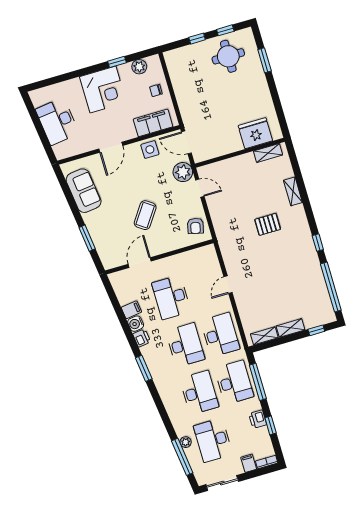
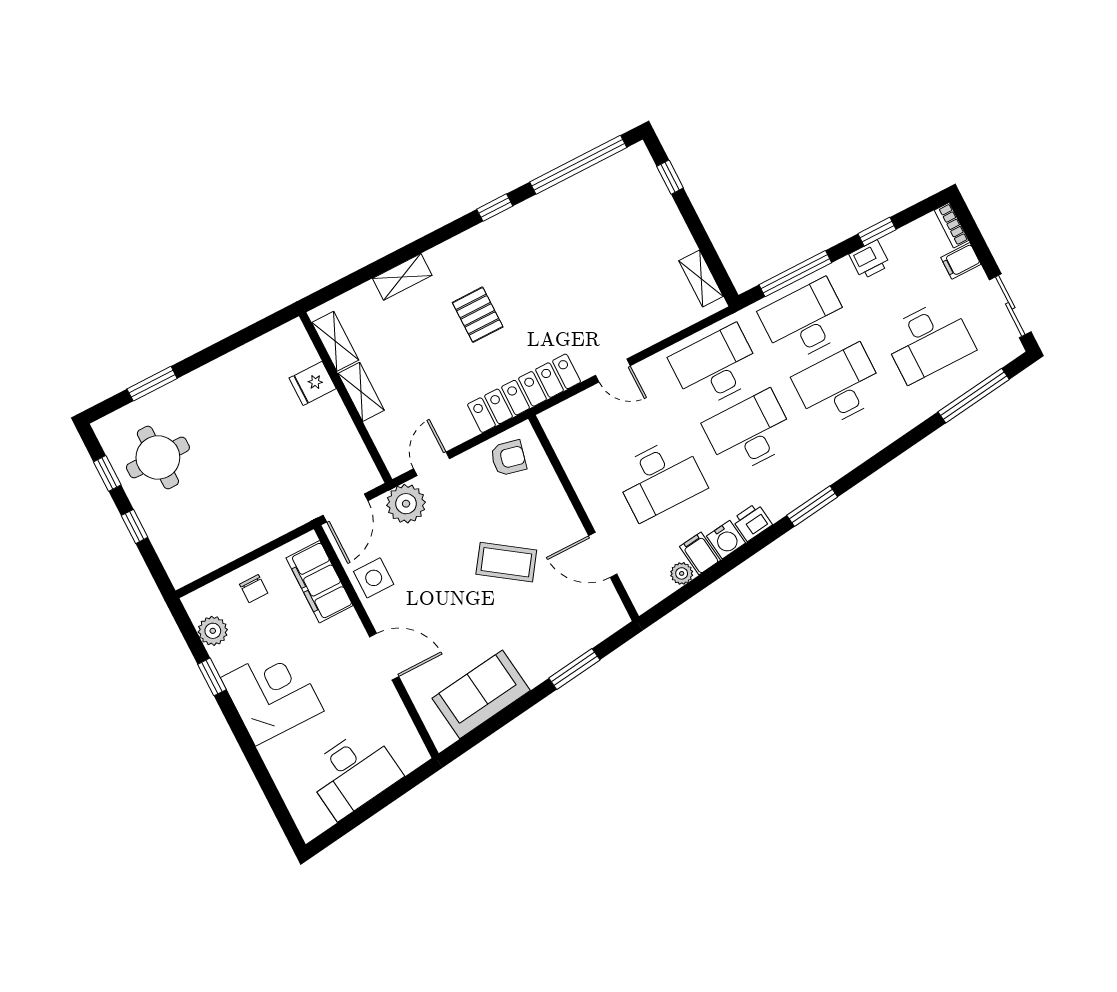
fridge: (255, 133) -> (313, 383), width x0.53, depth x0.75
locker: (225, 239) -> (524, 393), added
shelving: (291, 328) -> (361, 392), moved
plant: (186, 442) -> (682, 573), moved

